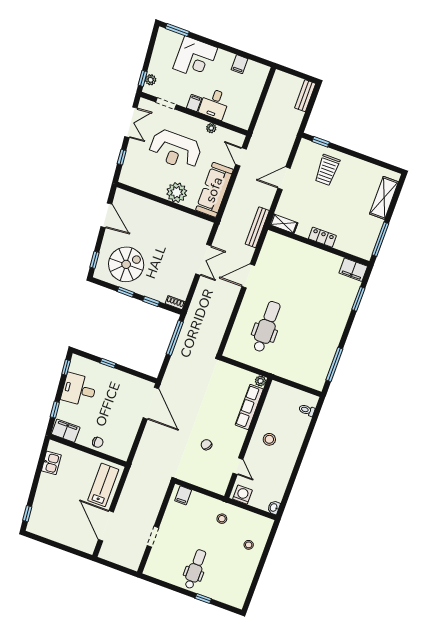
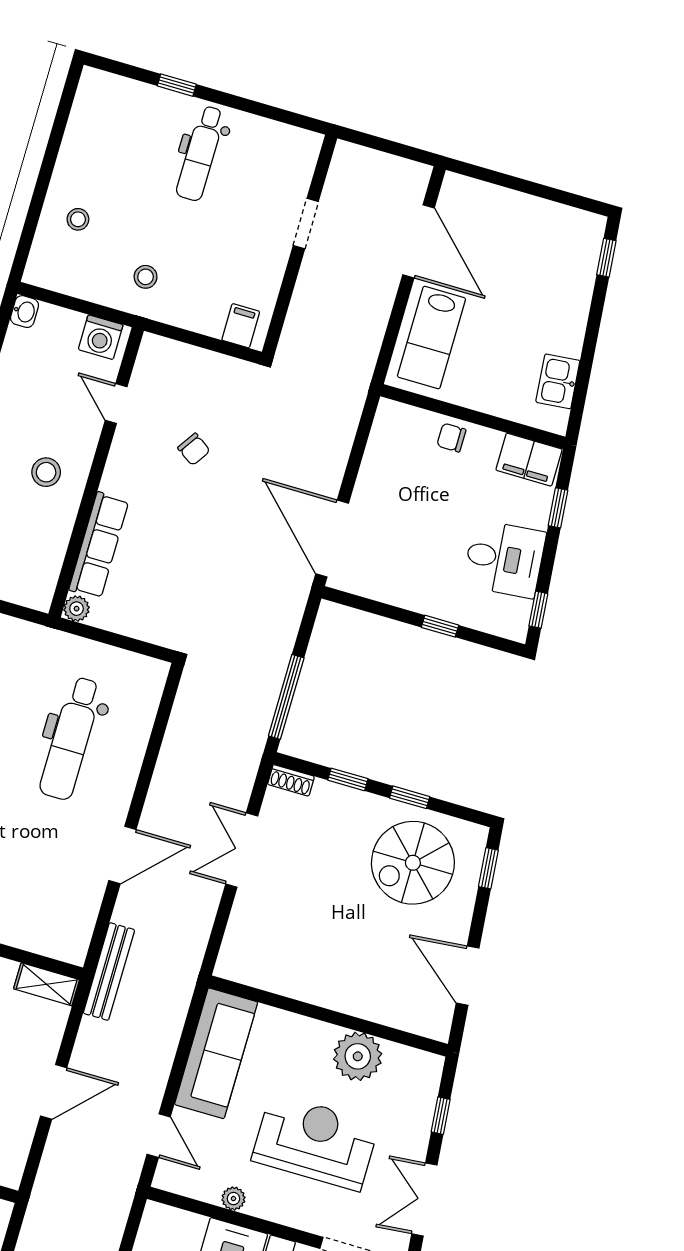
plant: (177, 192) -> (358, 1056), moved
double door: (203, 260) -> (242, 850), moved

